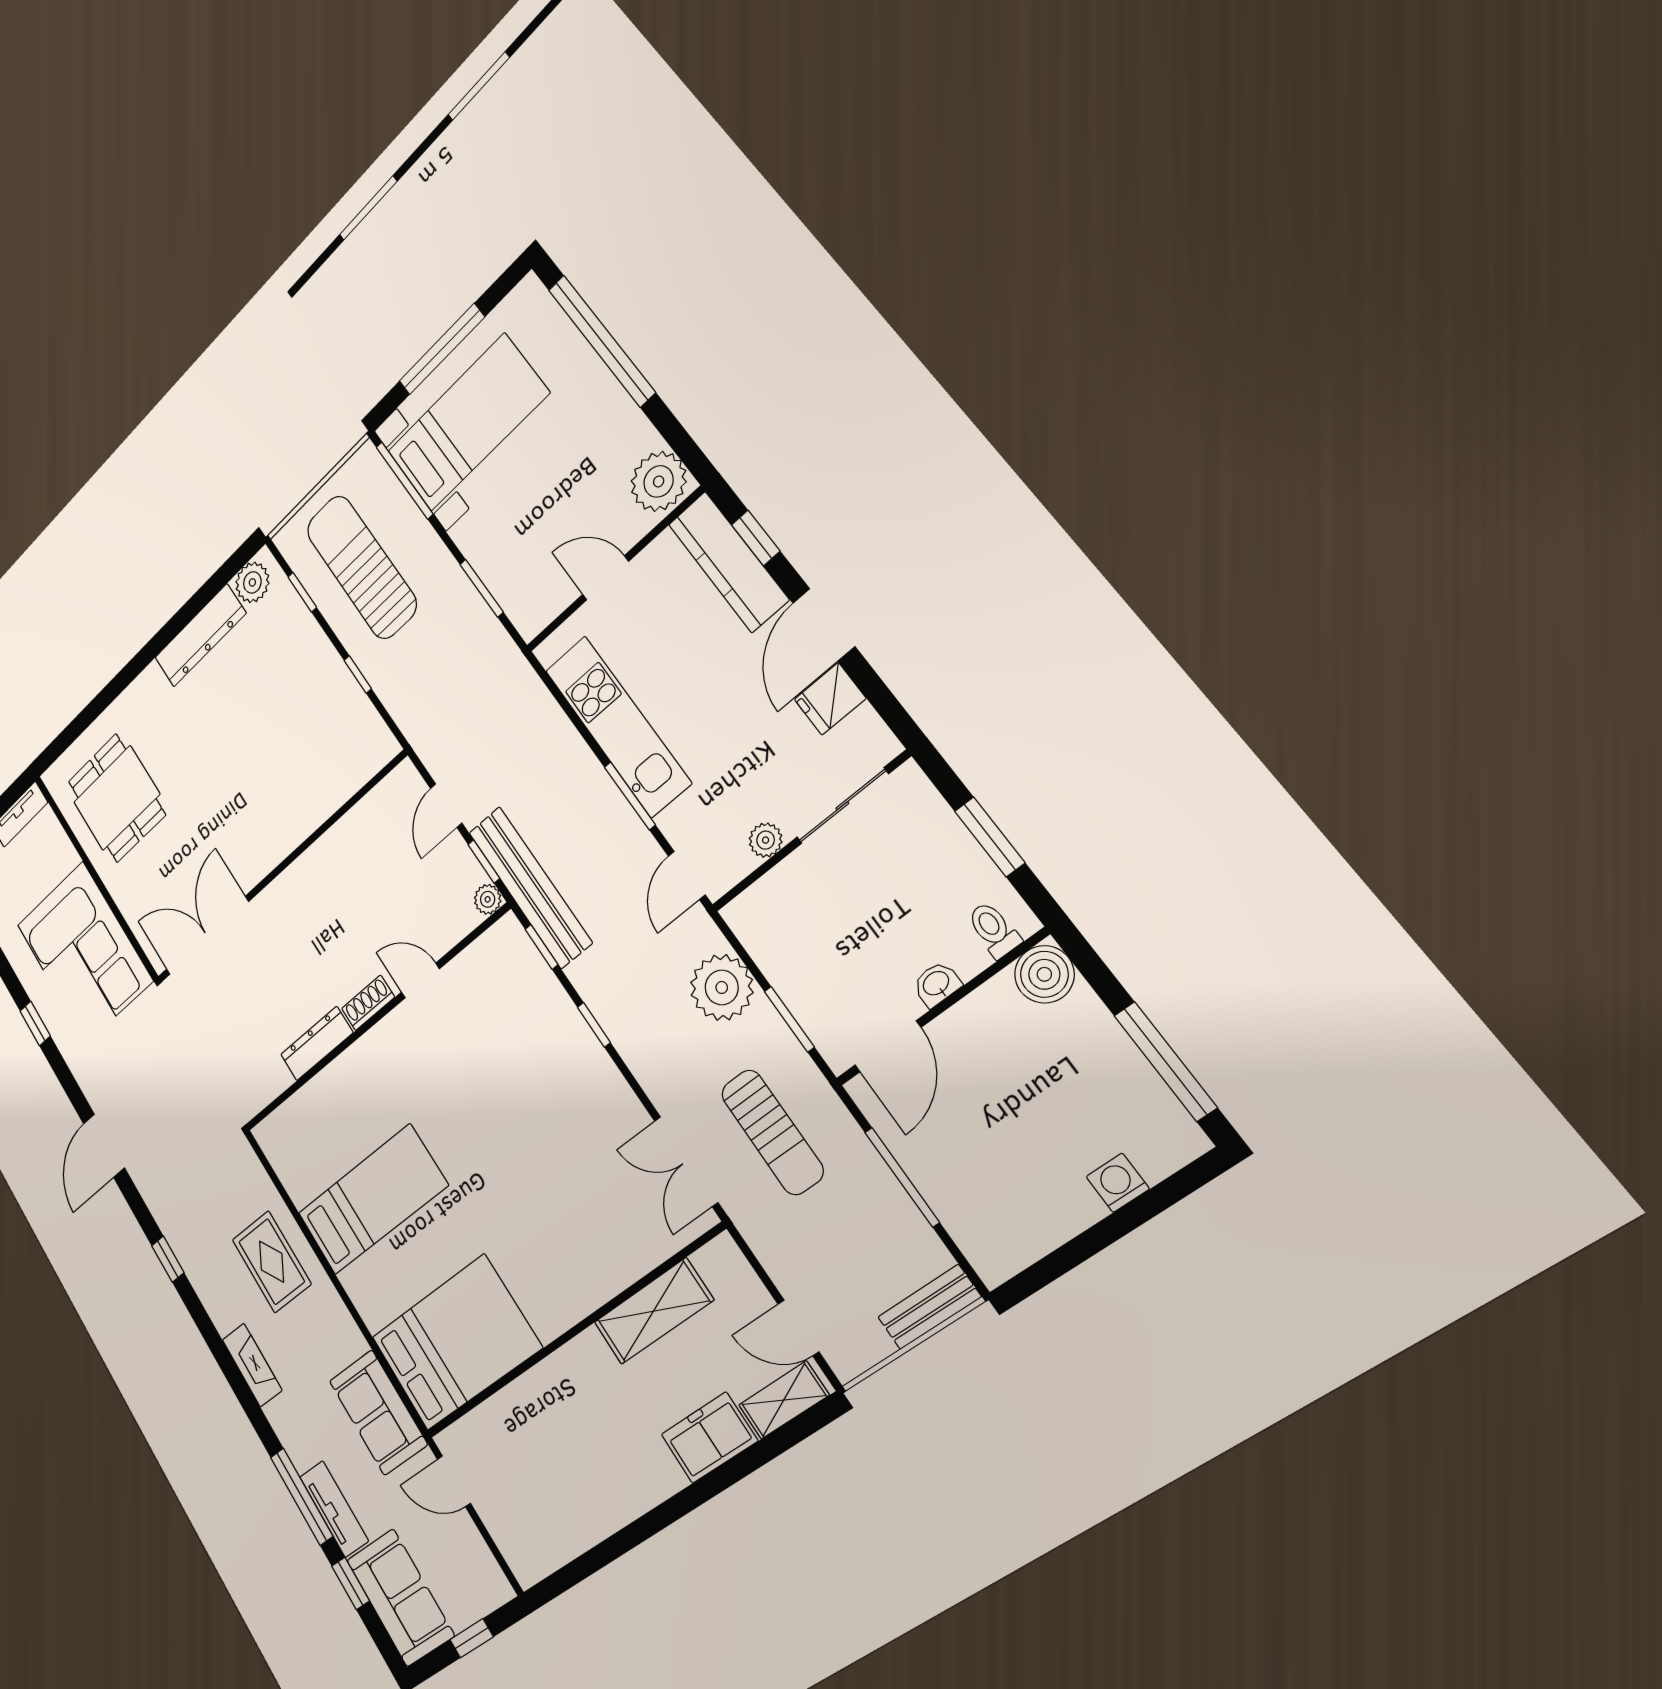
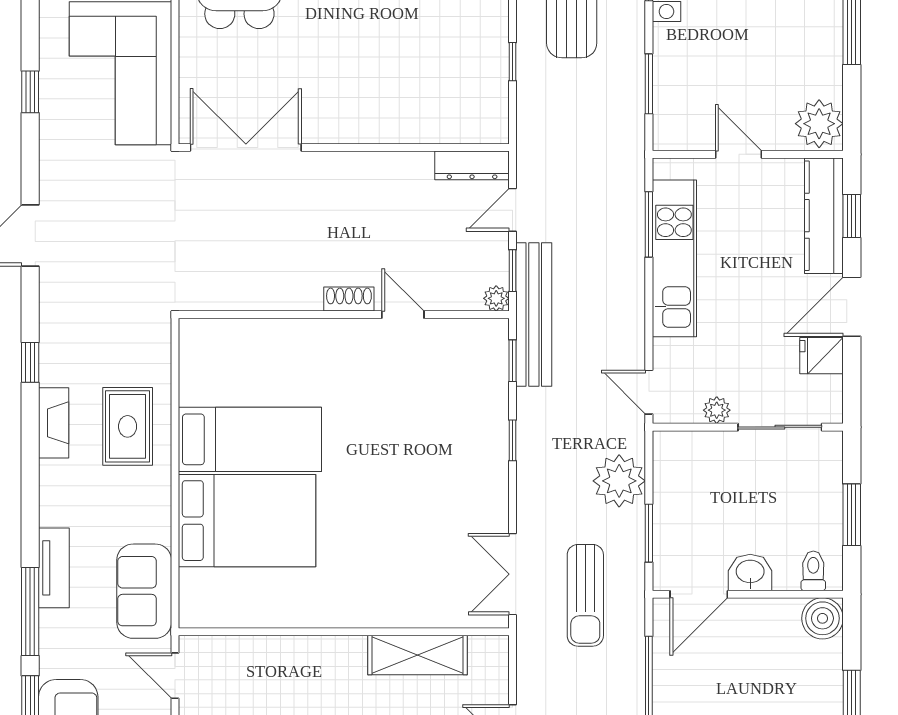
window: (630, 796) -> (649, 224), moved
door: (687, 875) -> (649, 392), hinge flipped
washbasin: (937, 984) -> (750, 573), width x1.38, depth x1.45
dresser: (317, 1044) -> (472, 165), moved, turned 180
bed: (456, 1342) -> (247, 521), moved
fireplace: (252, 1365) -> (54, 423), moved
tv unit: (334, 1509) -> (54, 568), moved

